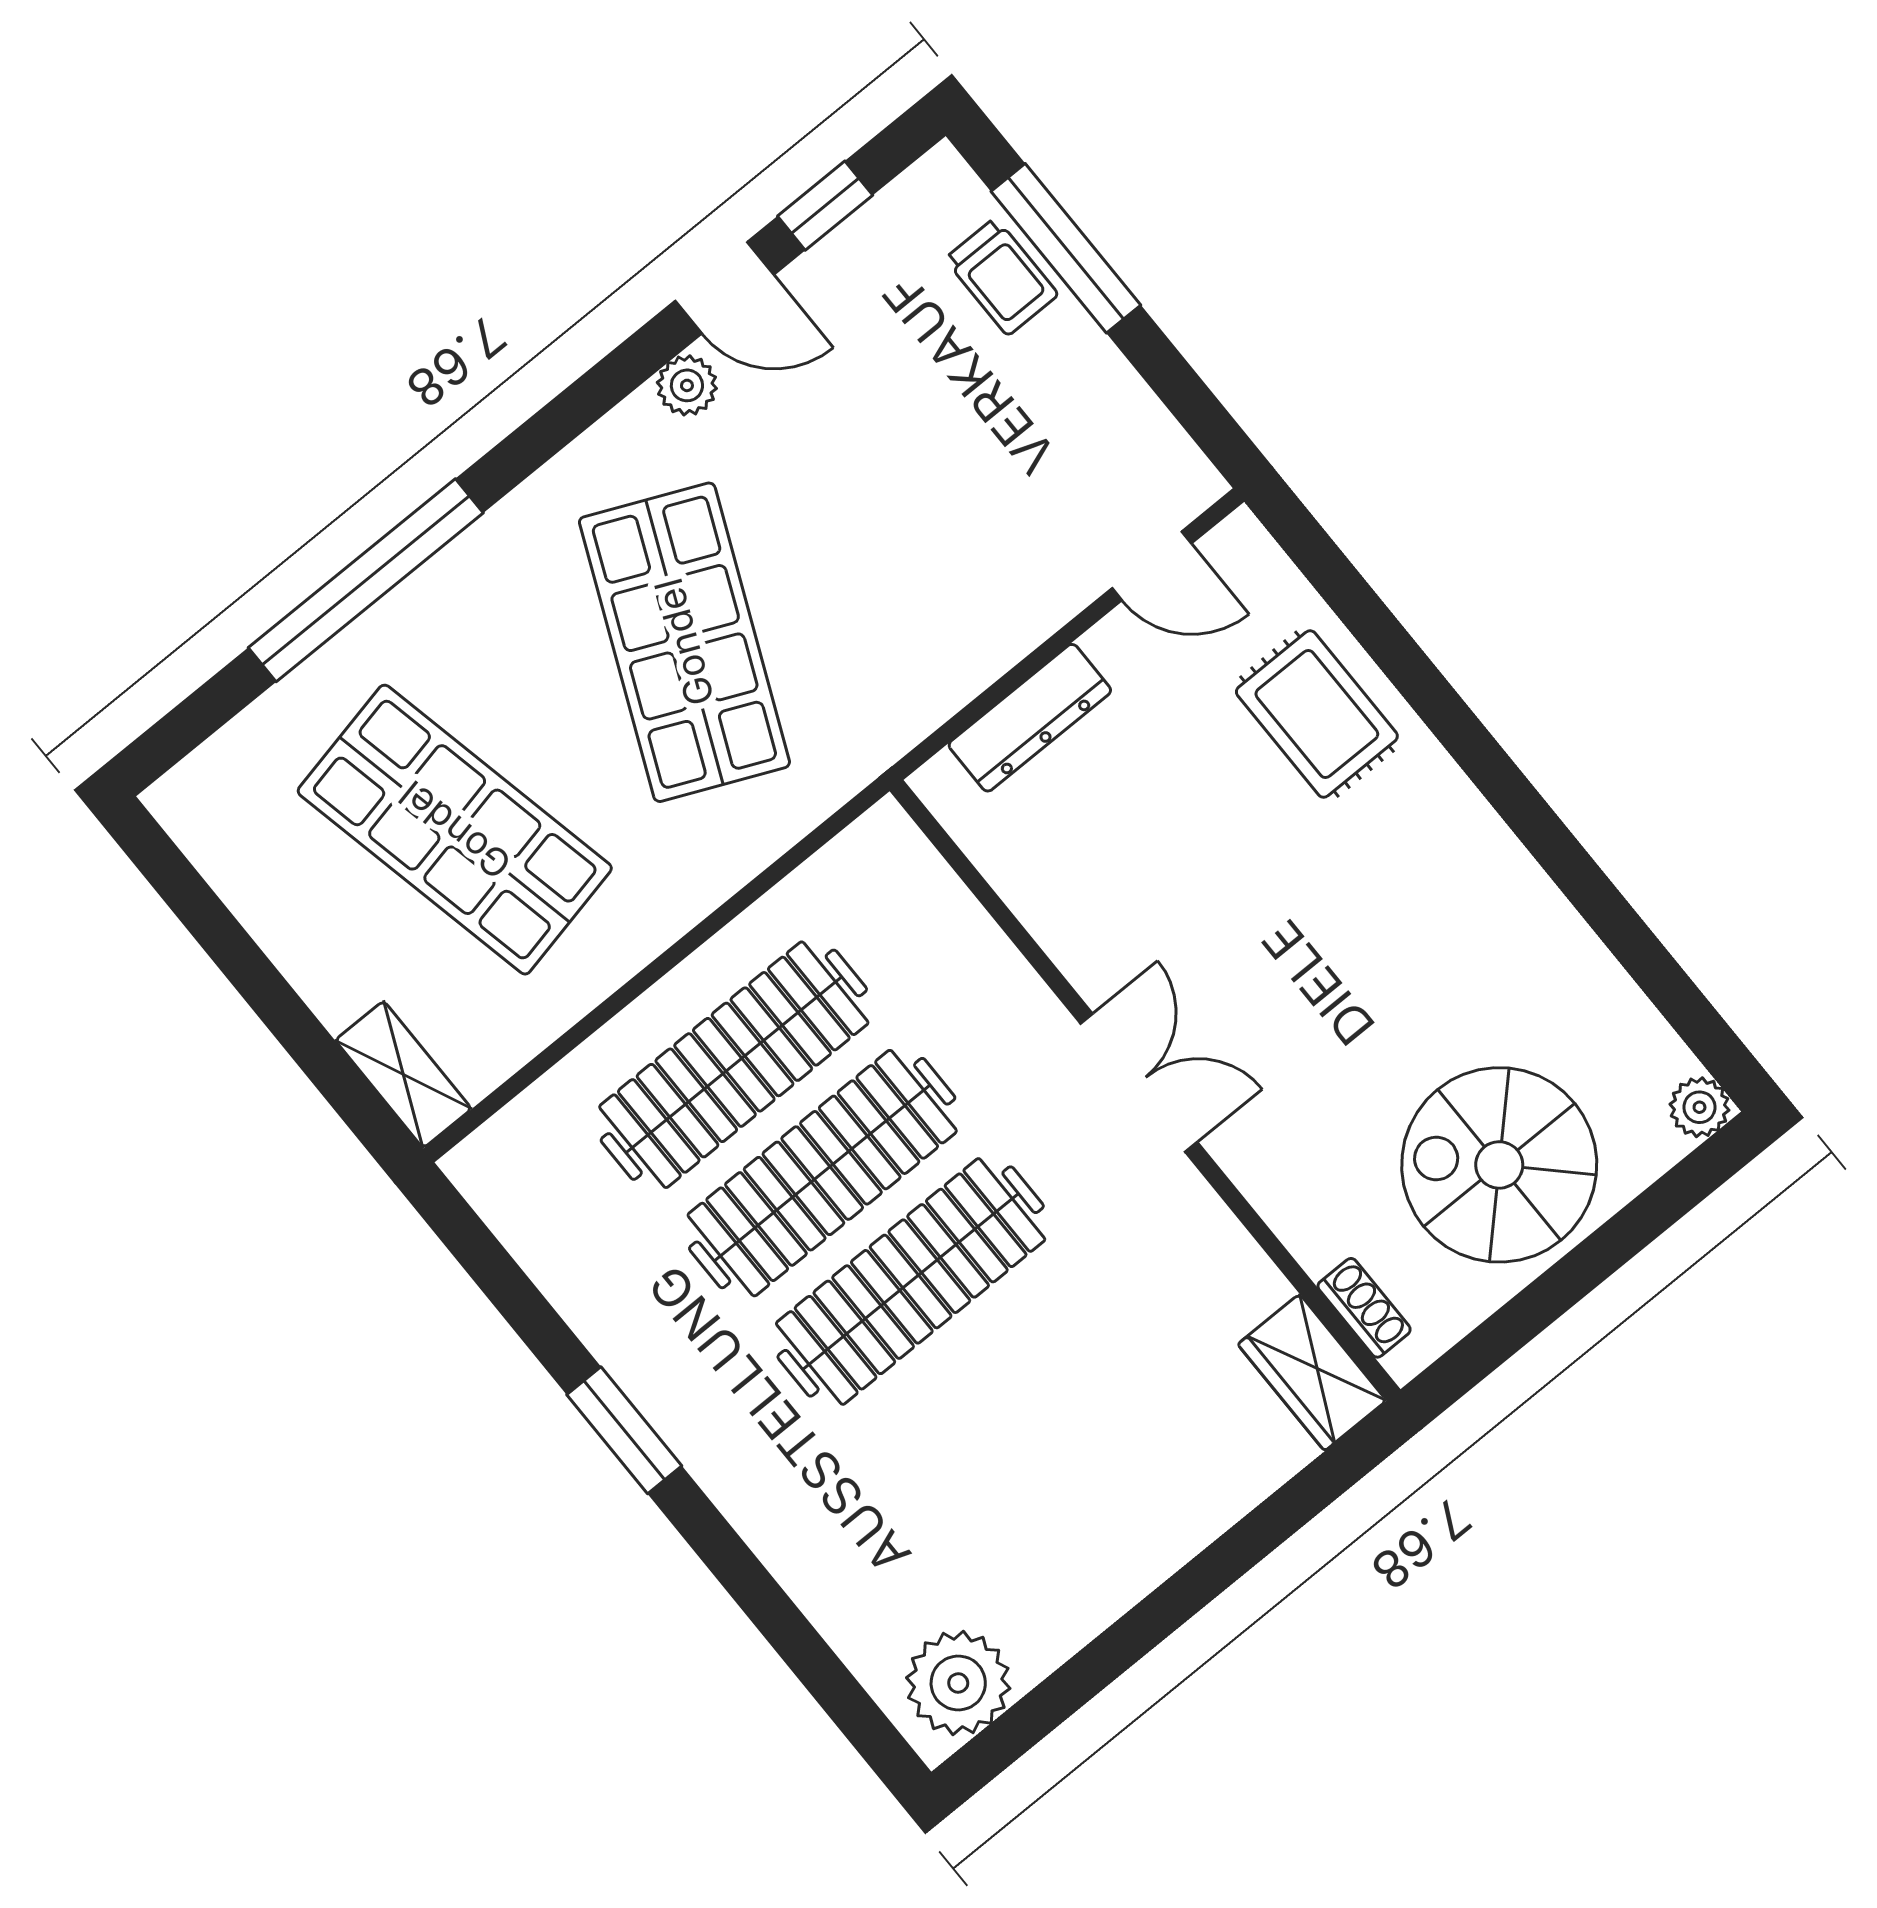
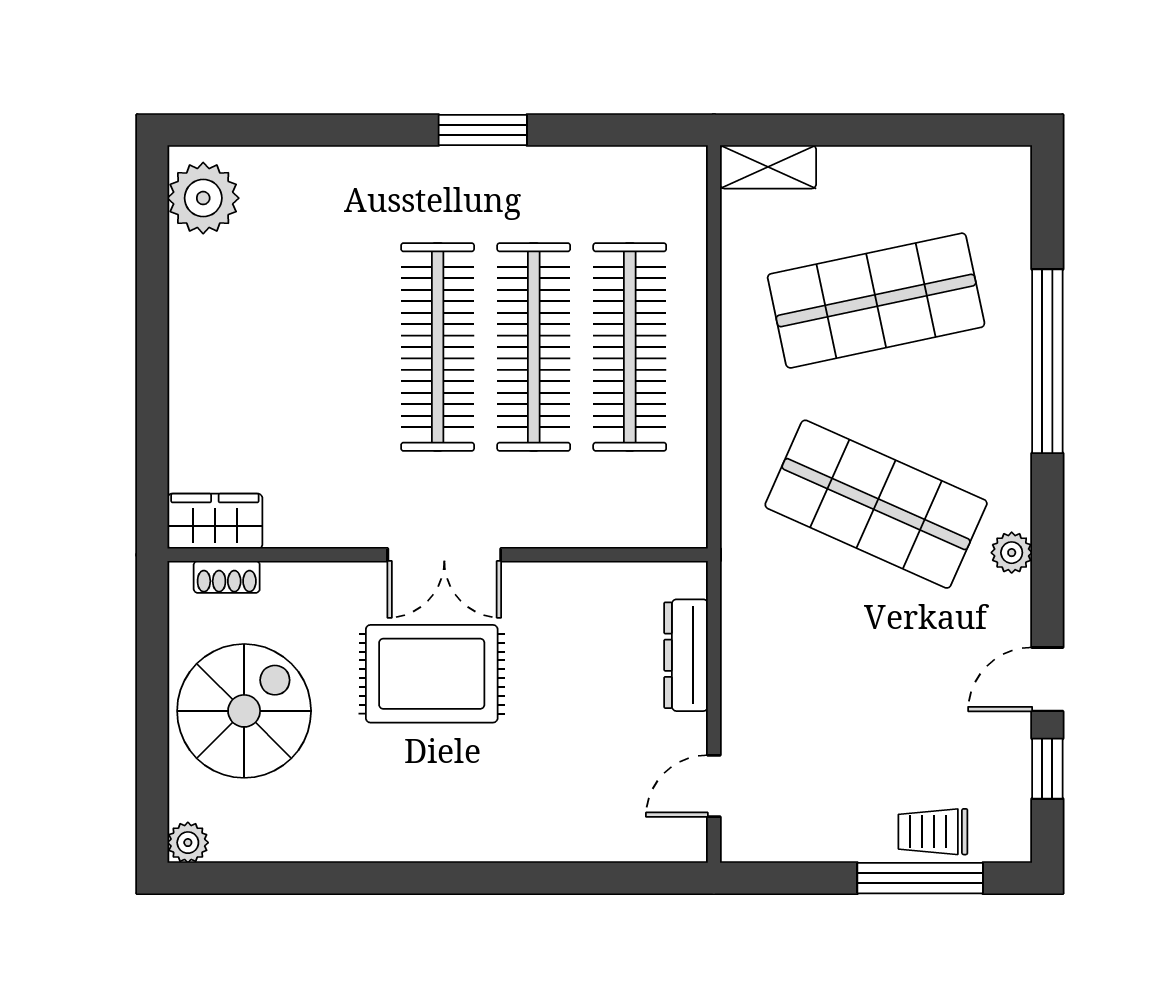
plant: (687, 385) -> (1012, 553), moved
rug: (1317, 714) -> (432, 674), moved, width x1.36, depth x1.43

